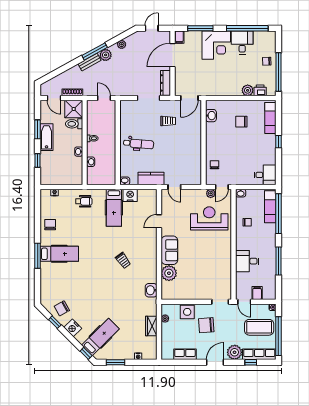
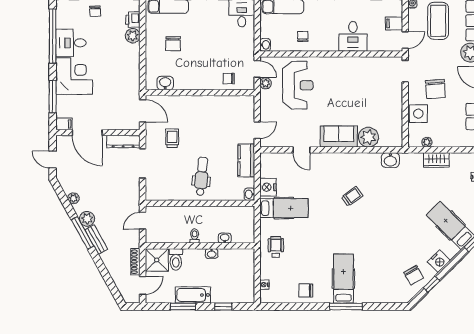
reception desk: (209, 218) -> (298, 85), turned 180

